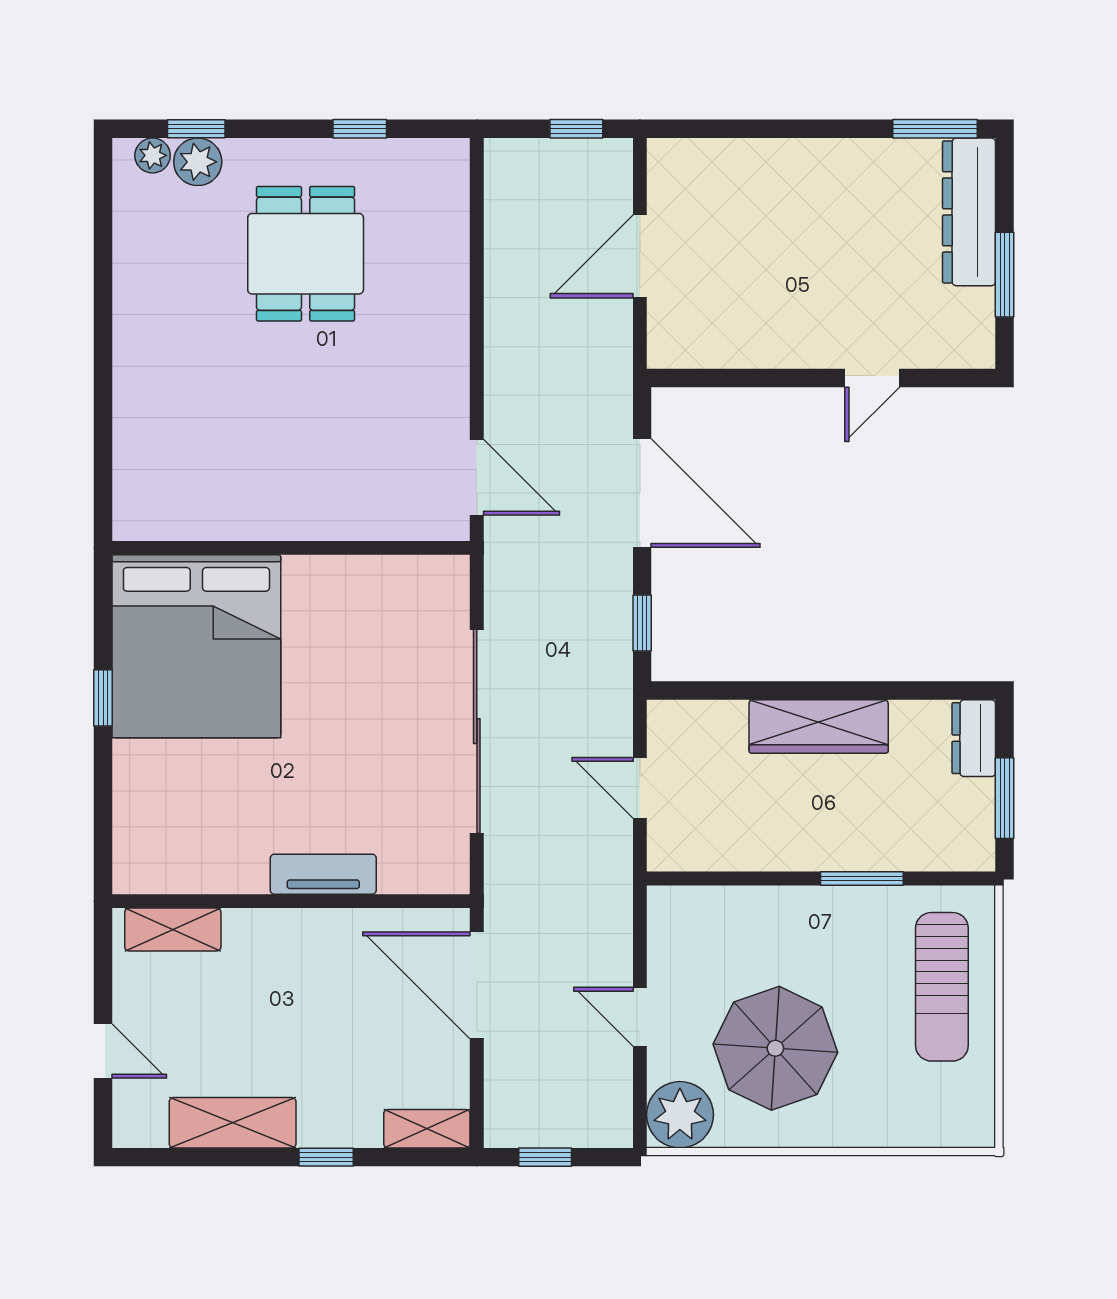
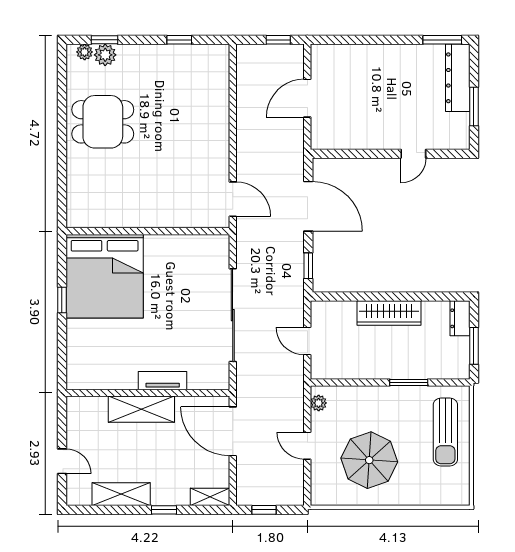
dining table: (306, 254) -> (103, 122), moved, turned 90
shelving: (173, 930) -> (141, 409), moved, width x1.50, depth x1.33
plant: (680, 1115) -> (319, 403), moved, width x0.53, depth x0.53

